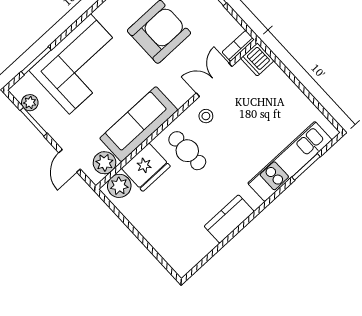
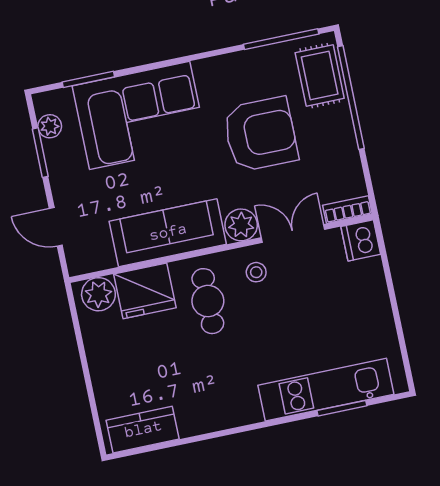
door: (70, 161) -> (56, 227), hinge flipped
plant: (105, 163) -> (241, 225), moved
kitchen counter: (229, 219) -> (143, 430), moved

